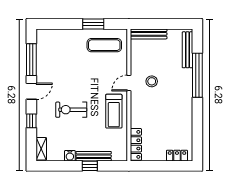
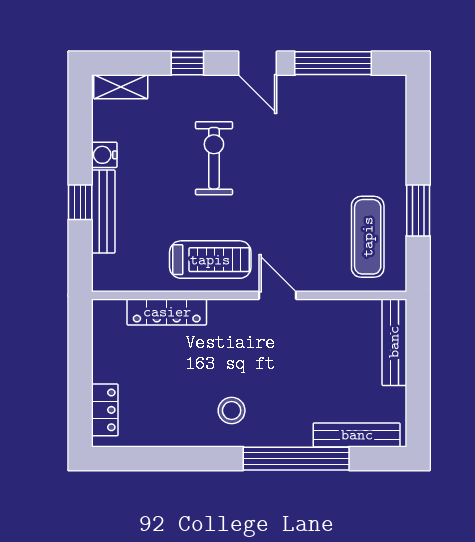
stool: (152, 81) -> (232, 410), moved
treadmill: (114, 111) -> (210, 260), turned 180
locker: (136, 144) -> (167, 312), moved

